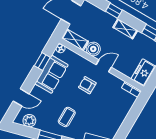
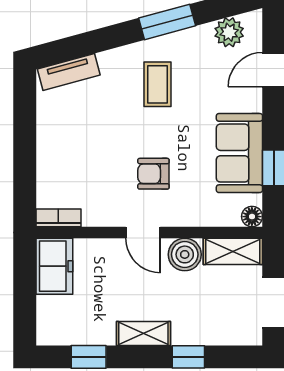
door: (104, 66) -> (143, 232), hinge flipped
armchair: (87, 85) -> (153, 174), turned 180

